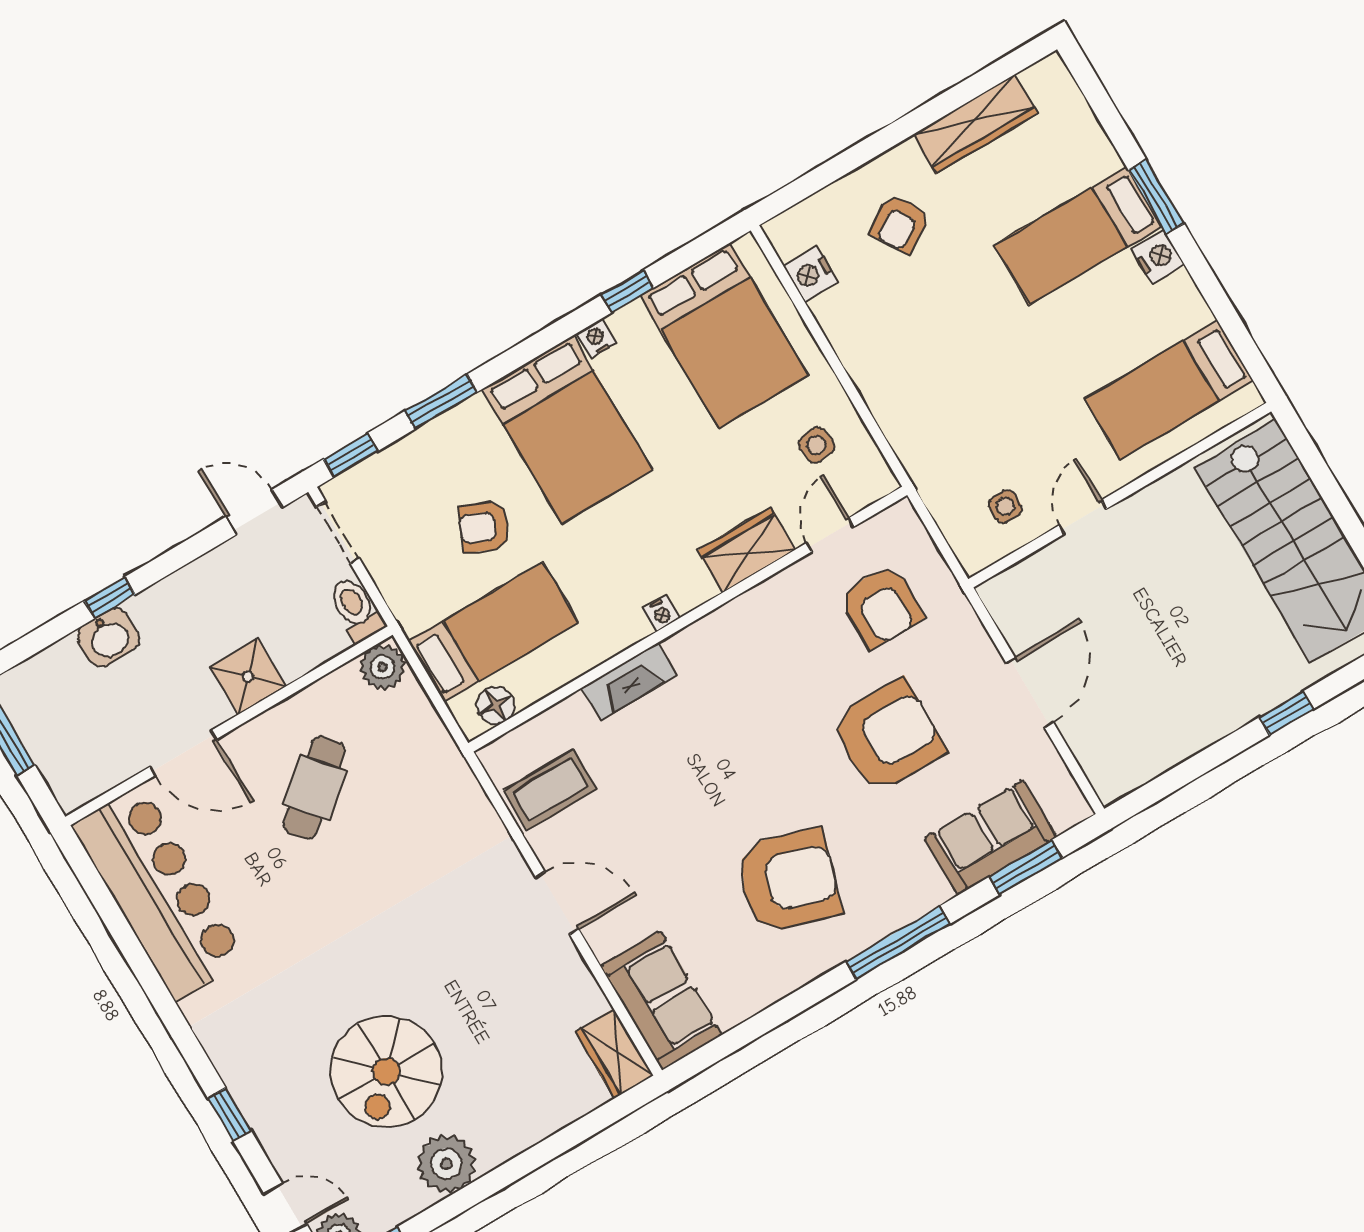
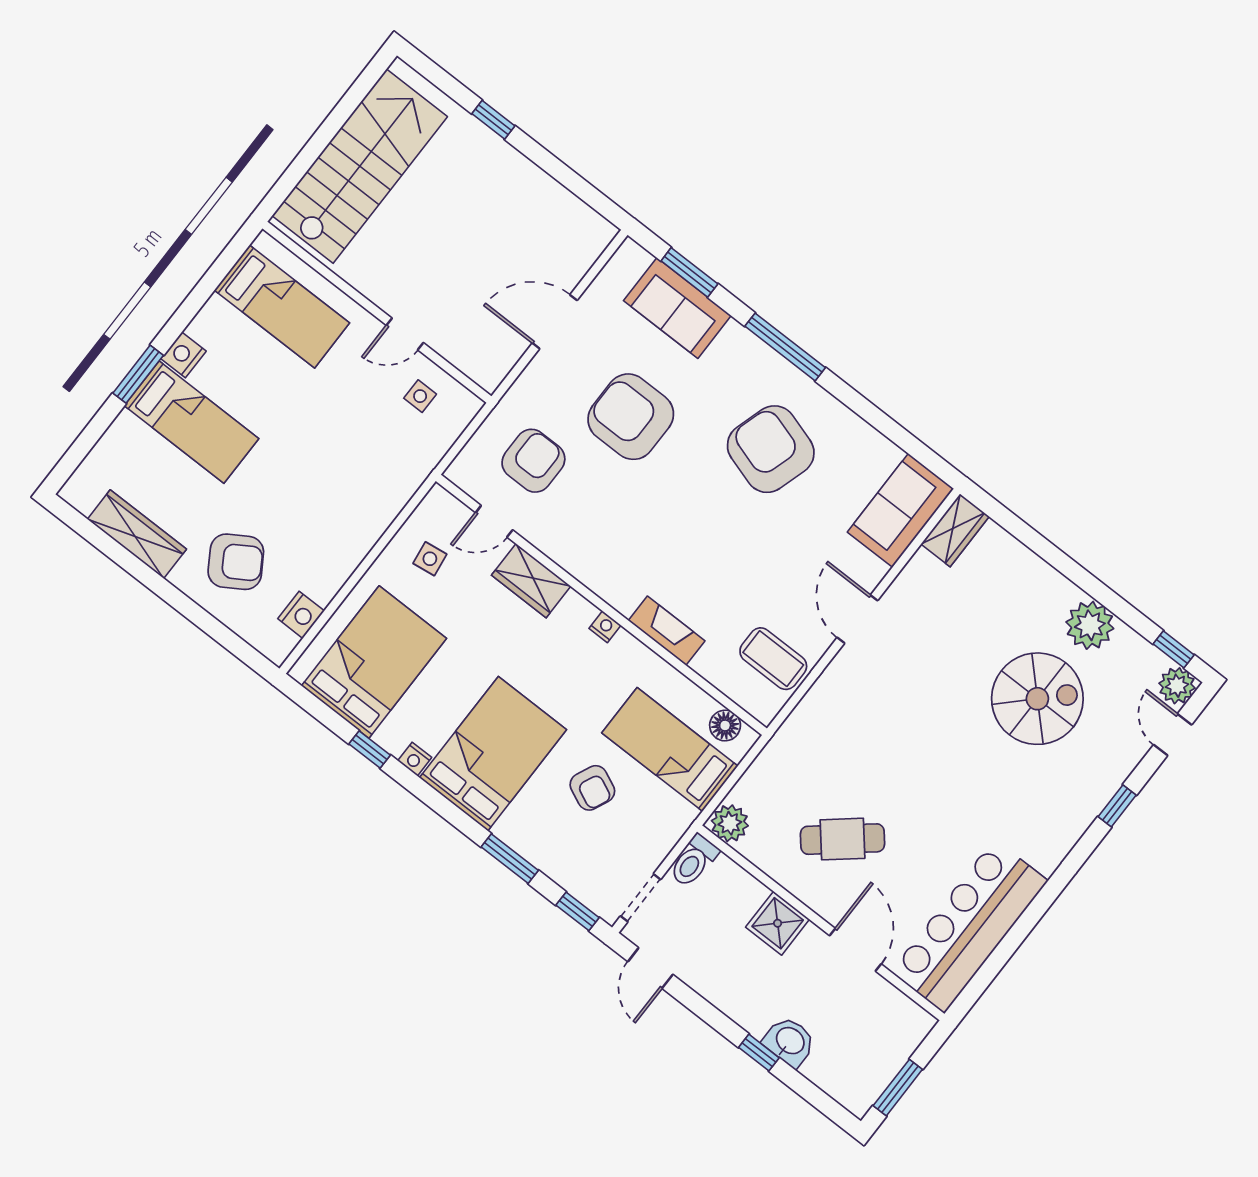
armchair: (900, 224) -> (236, 562), width x1.38, depth x1.38

